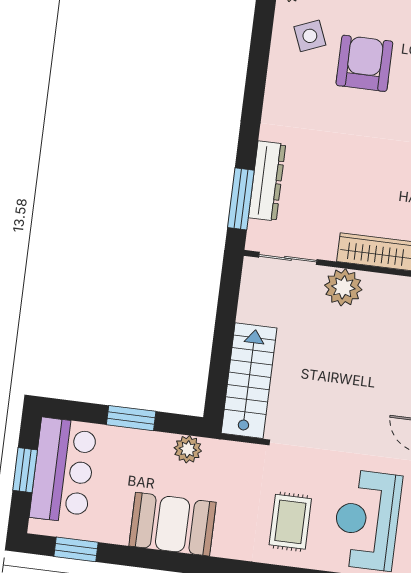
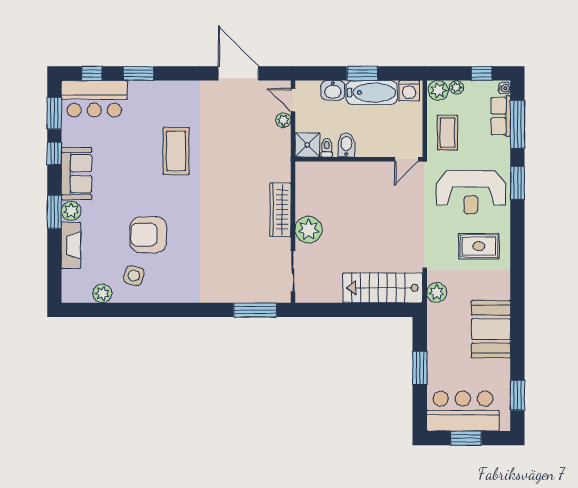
side table: (310, 36) -> (134, 276), turned 38
dresser: (267, 181) -> (240, 293), removed
plant: (188, 449) -> (437, 293), moved

